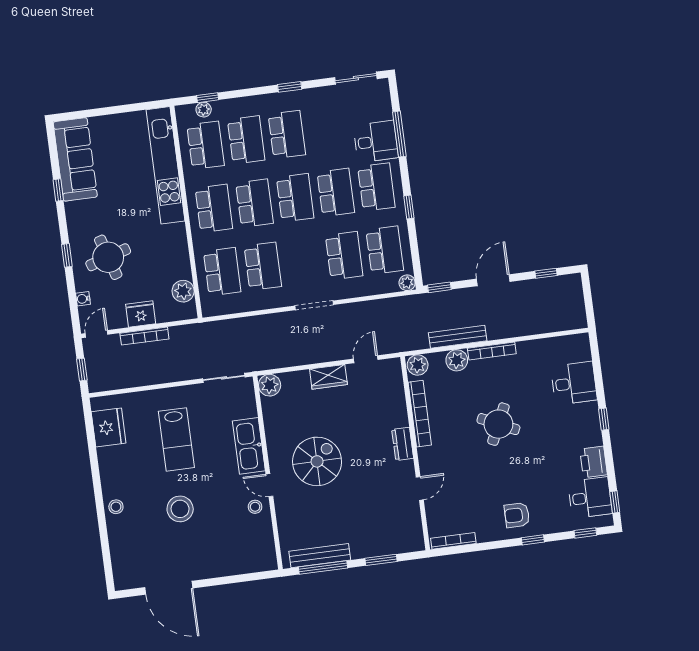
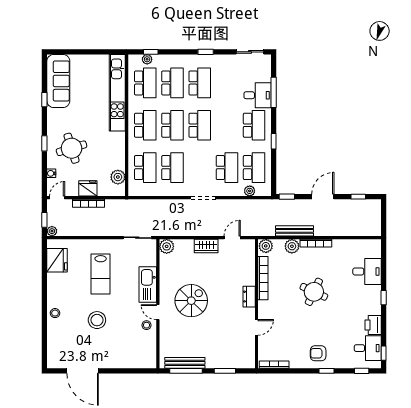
school desk: (336, 192) -> (227, 125), removed
plant: (407, 283) -> (250, 191), moved
plant: (95, 385) -> (52, 231), added

